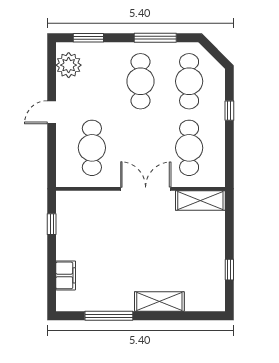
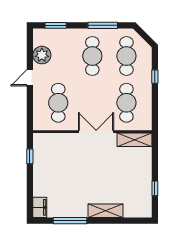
plant: (69, 65) -> (42, 55), moved
filing cabinet: (66, 275) -> (40, 207), moved

